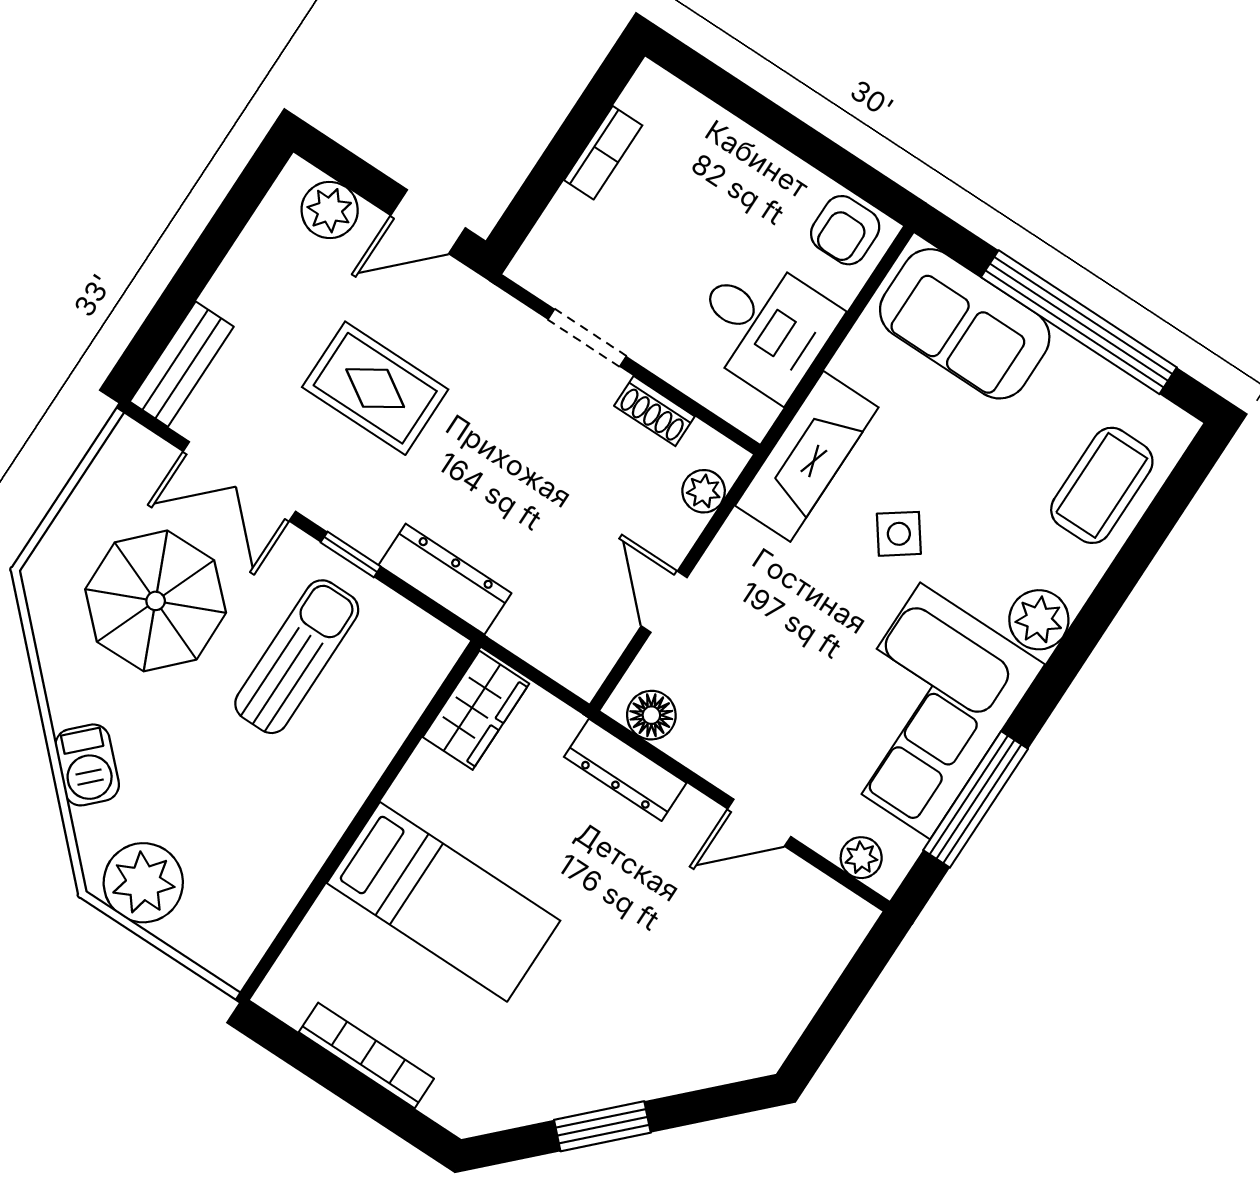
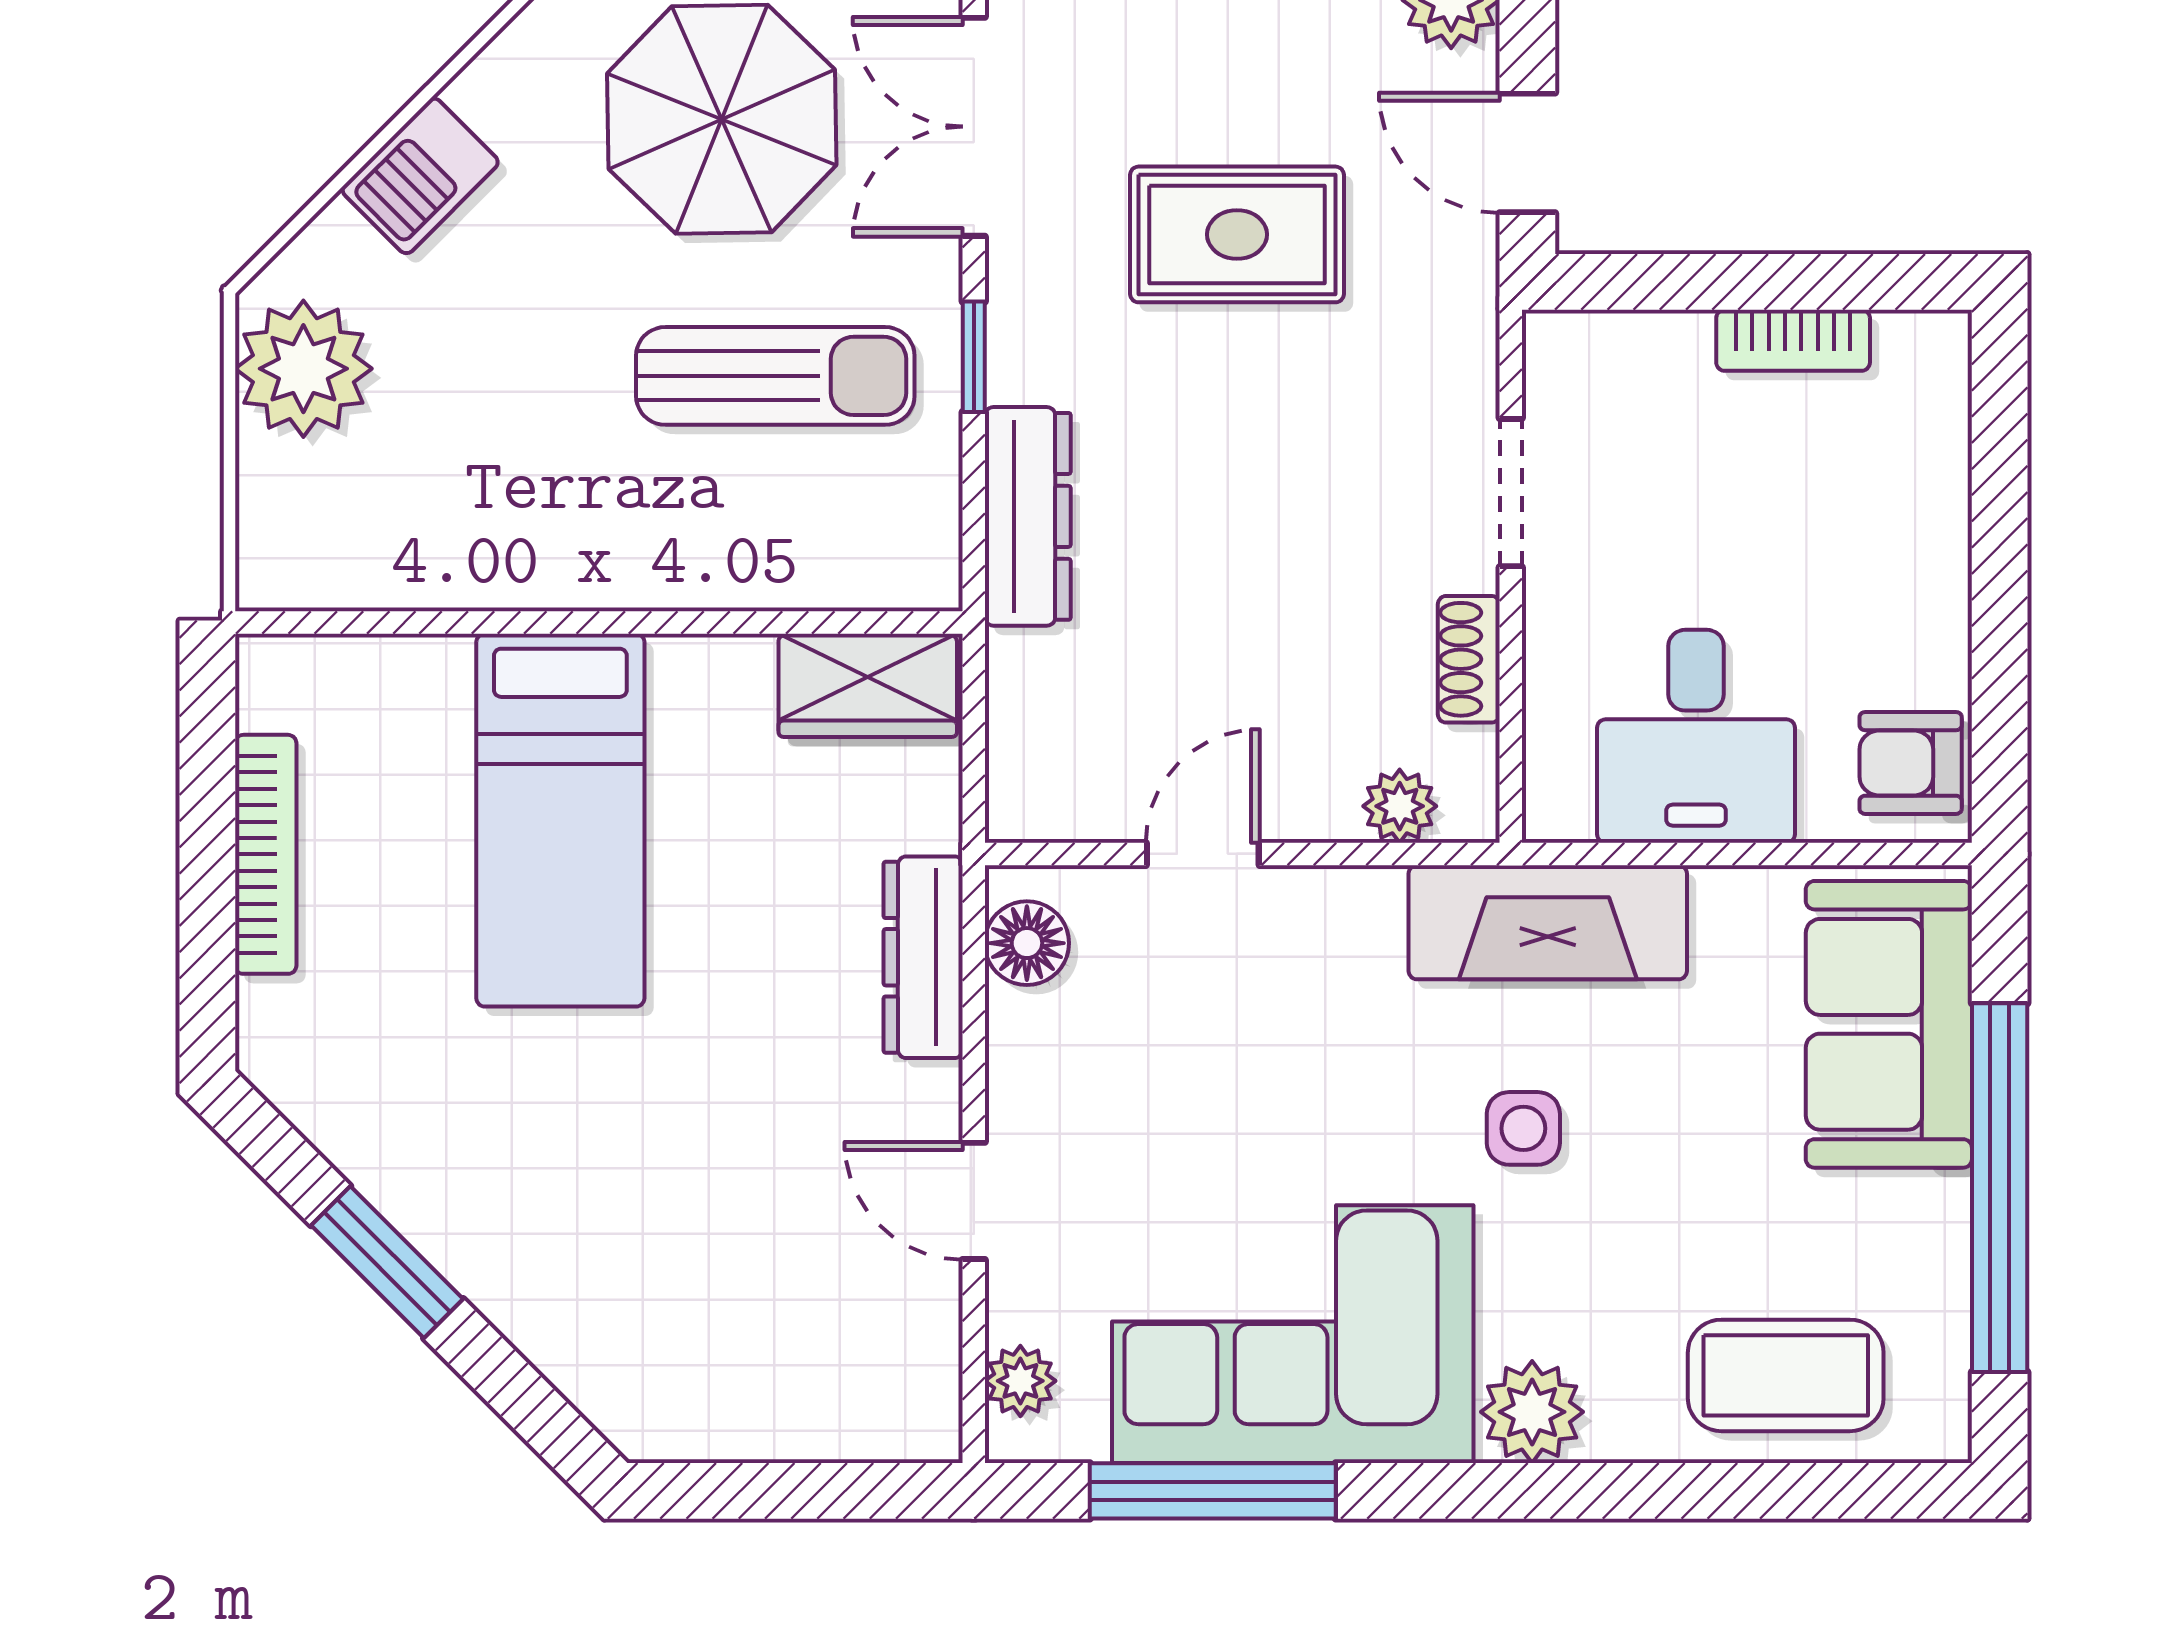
rug: (375, 388) -> (1237, 234), turned 90
side table: (899, 534) -> (1523, 1128), turned 36

